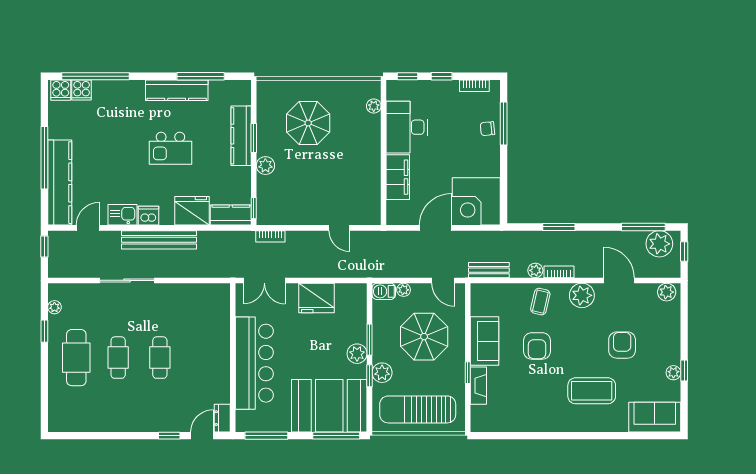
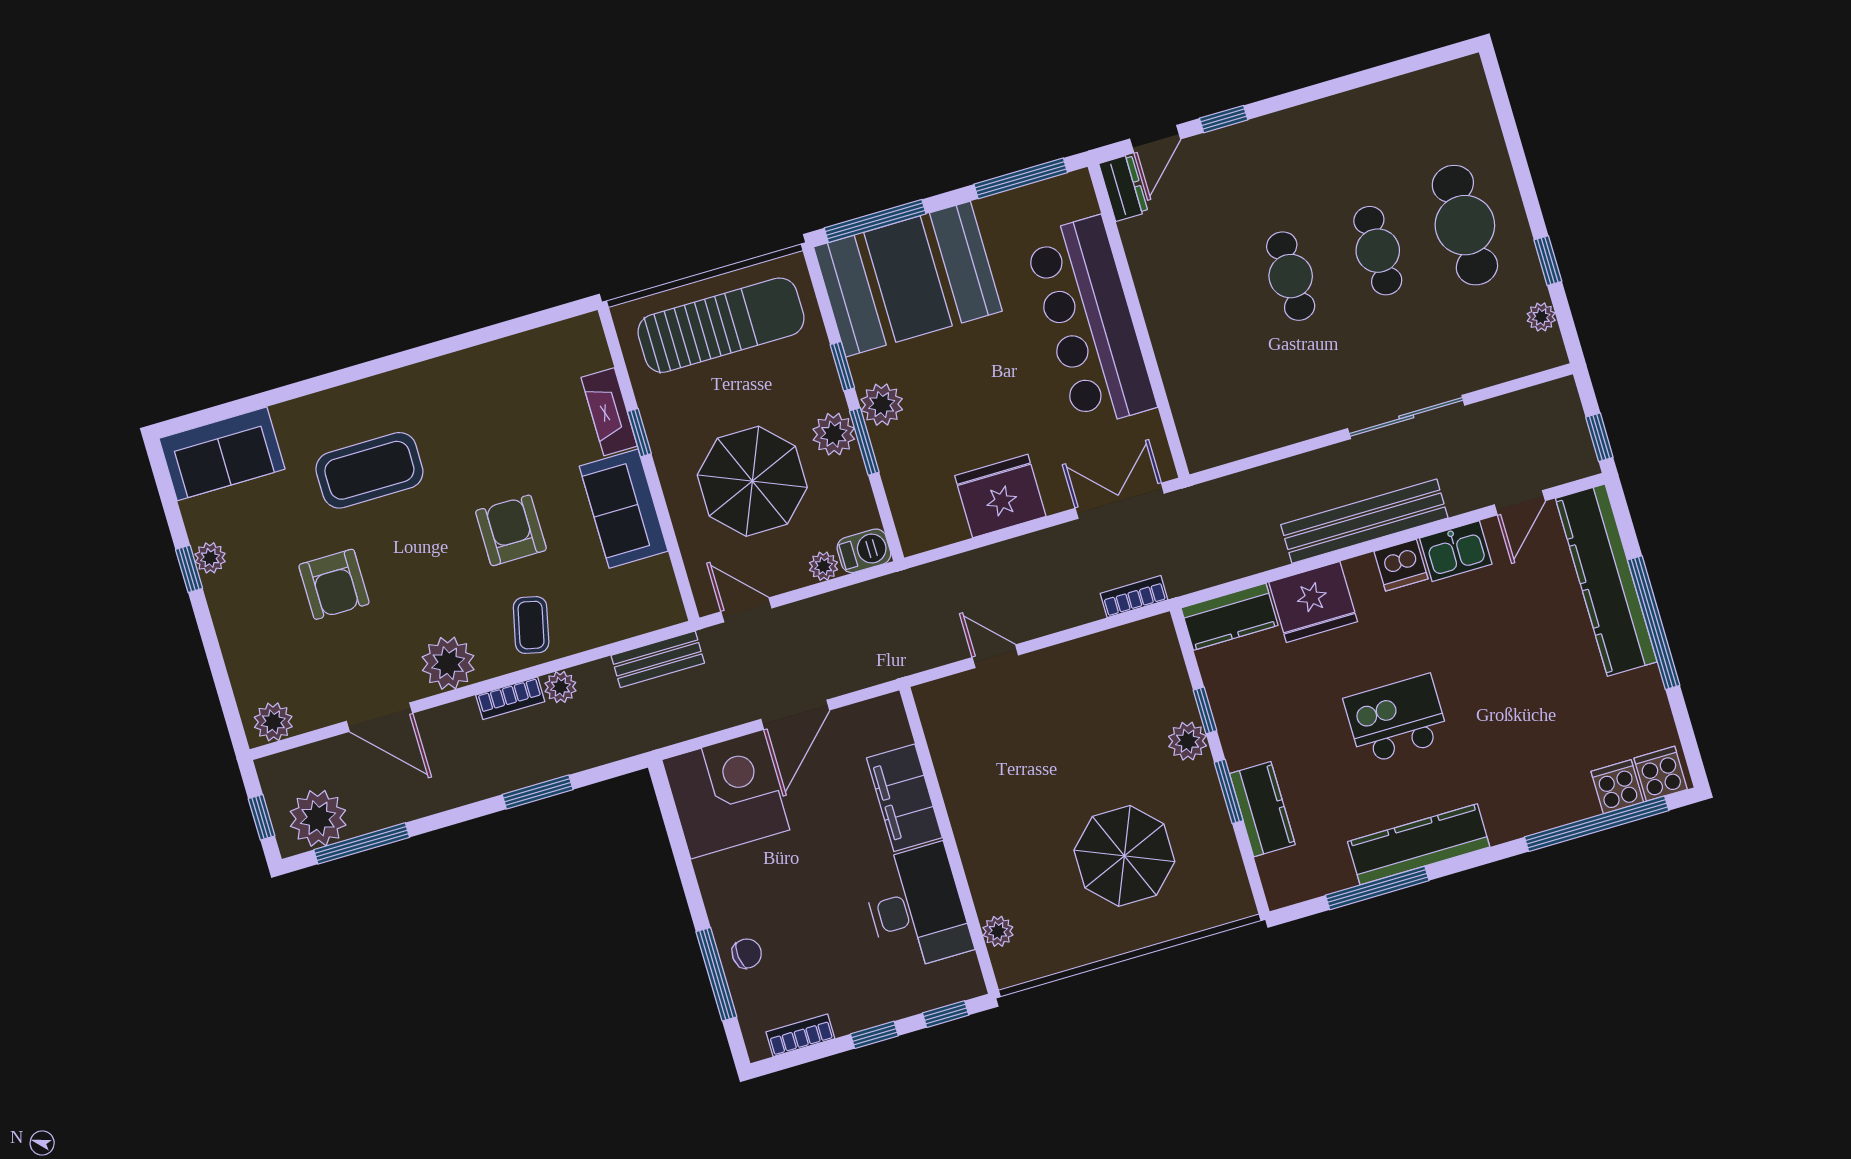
kitchen counter: (241, 136) -> (1262, 809), width x0.67
window: (254, 208) -> (1205, 710), moved
plant: (382, 373) -> (834, 434), moved

